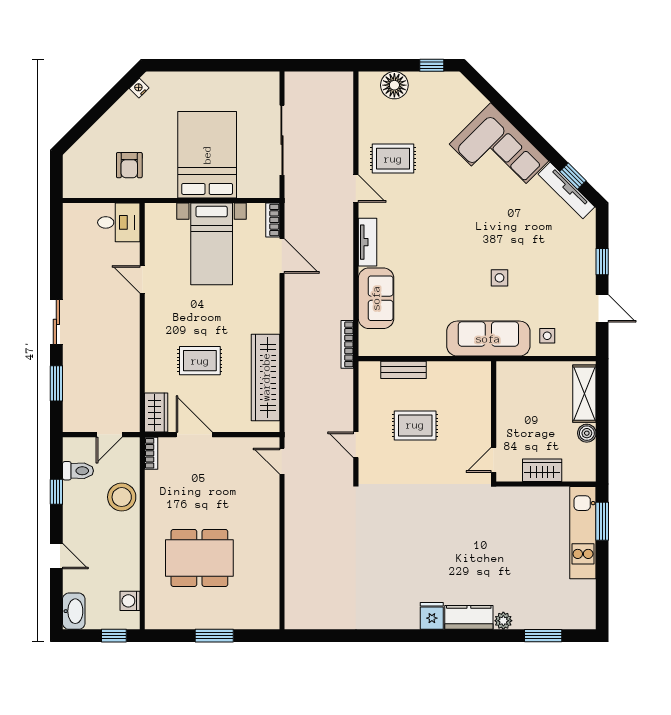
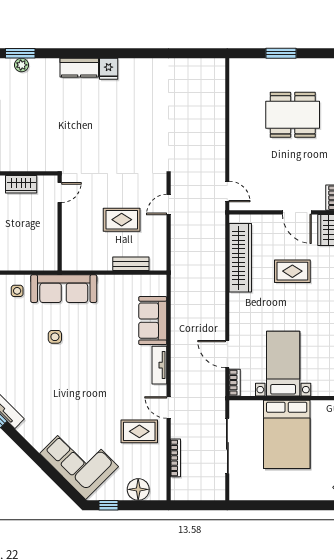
corner sofa: (499, 152) -> (79, 460), moved
bookcase: (347, 344) -> (175, 458), moved
door: (356, 445) -> (169, 204), swing flipped
plant: (503, 621) -> (22, 65), moved

